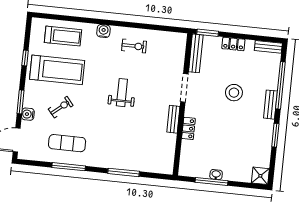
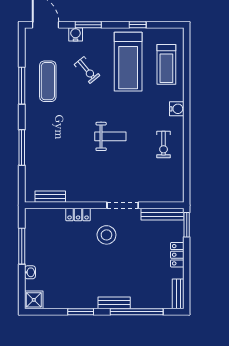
stool: (234, 93) -> (106, 235), moved
bench: (173, 119) -> (50, 197), moved
washbasin: (216, 175) -> (30, 272), moved

